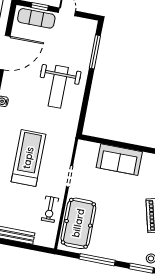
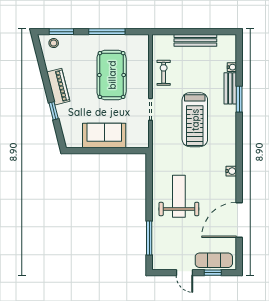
pool table: (78, 223) -> (112, 75), moved

